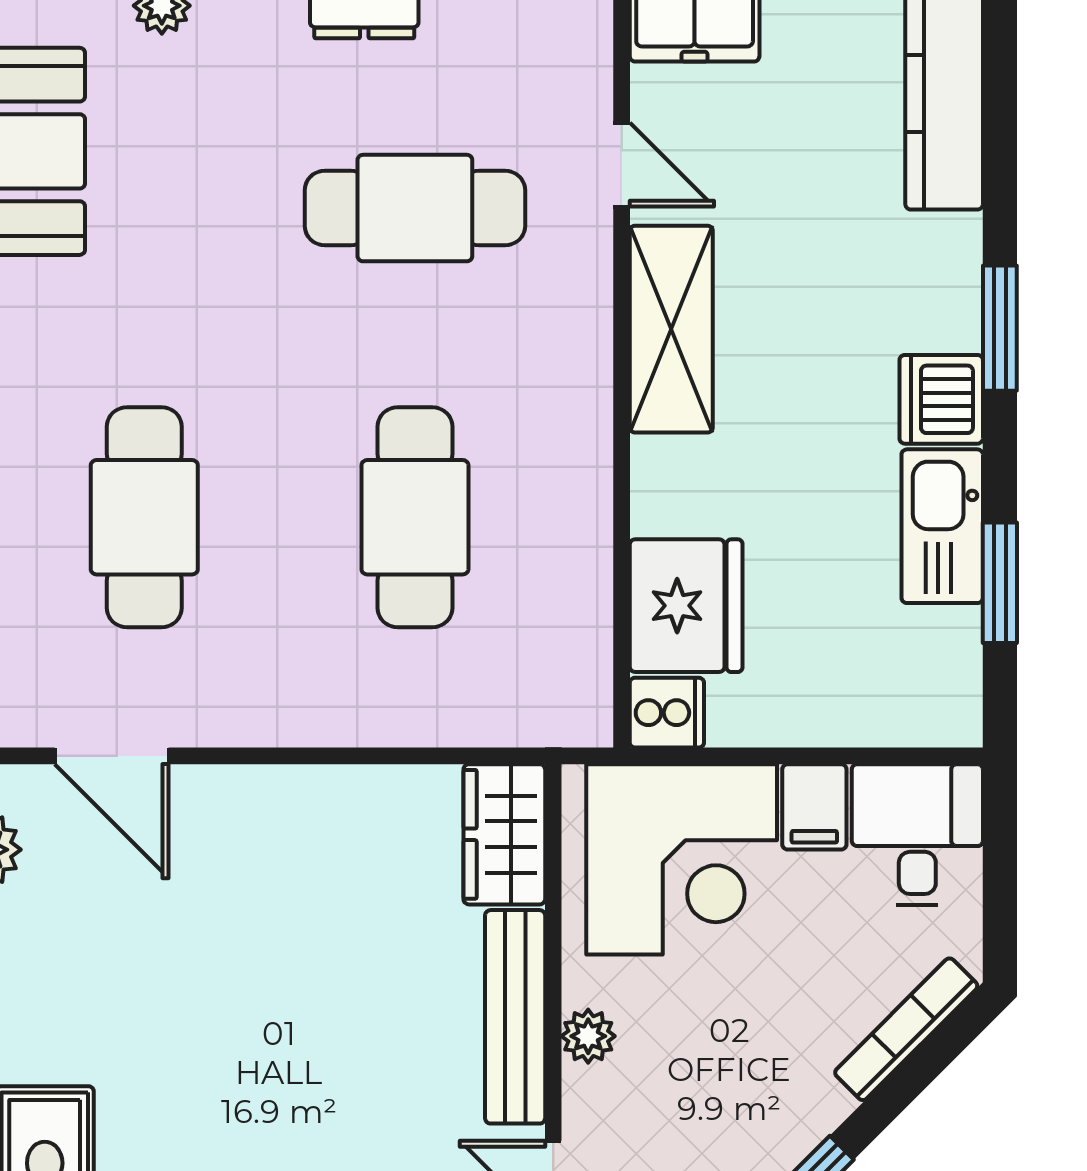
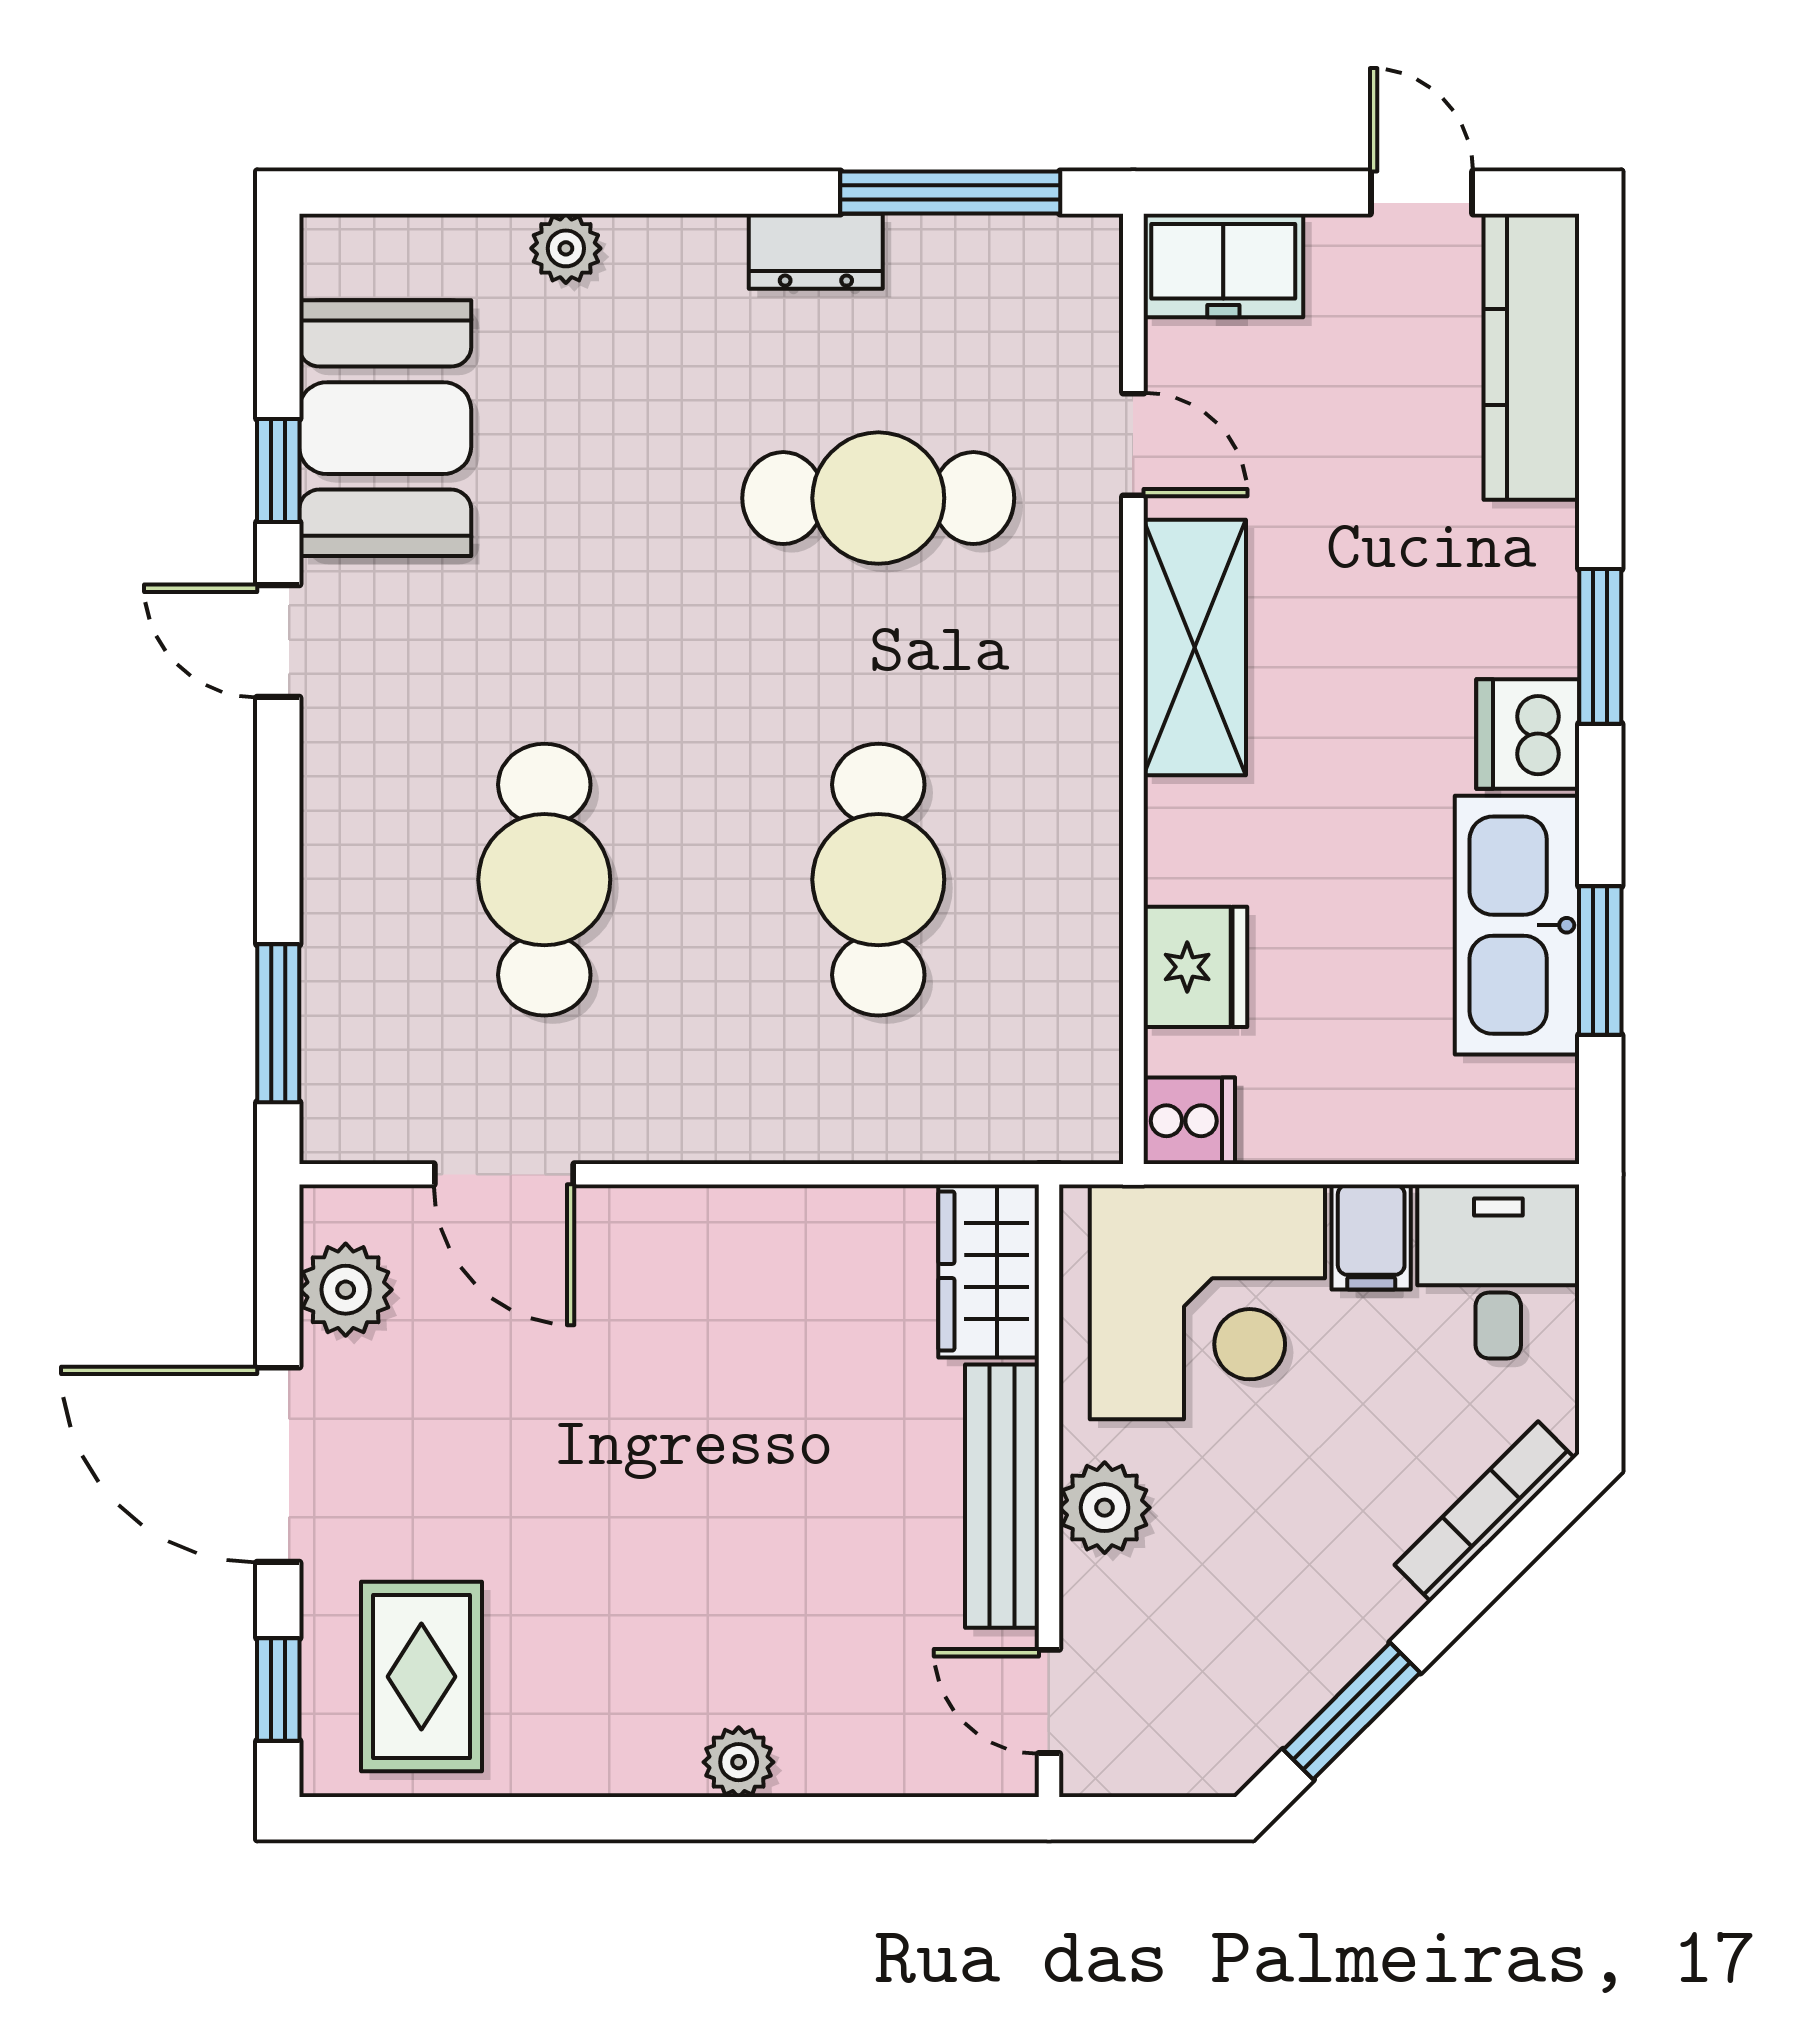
kitchen sink: (942, 526) -> (1517, 925), width x1.36, depth x1.24
fridge: (686, 606) -> (1195, 967), width x0.73, depth x0.75
plant: (588, 1036) -> (1105, 1508), width x1.38, depth x1.38

